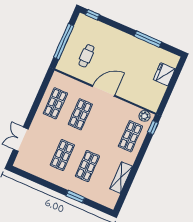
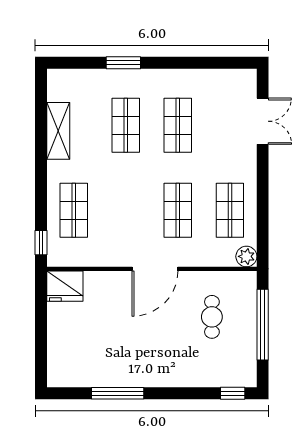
fridge: (164, 74) -> (65, 286), moved, turned 90
plant: (144, 116) -> (246, 256), moved

